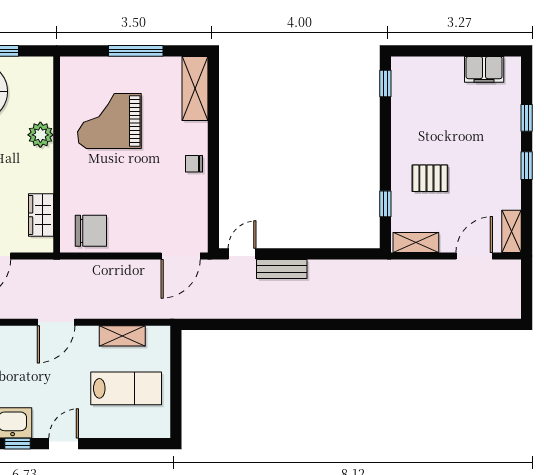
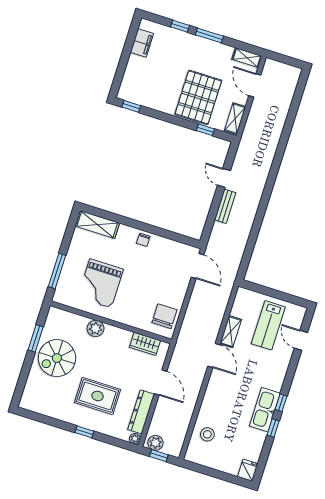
window: (136, 51) -> (57, 271), moved
window: (527, 166) -> (209, 36), width x1.50
pallet: (430, 178) -> (198, 97), width x2.05, depth x2.00
door: (242, 254) -> (224, 178), moved
shelving: (122, 336) -> (231, 332), moved
lab bench: (126, 388) -> (268, 325), turned 180
door: (64, 444) -> (301, 340), moved

